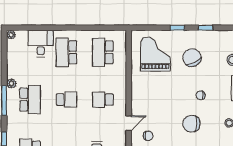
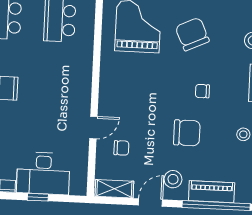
school desk: (103, 100) -> (56, 91), removed
chair: (191, 124) -> (187, 133), turned 180

